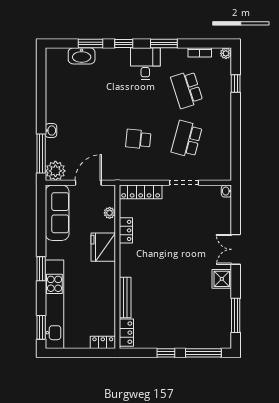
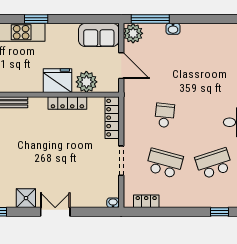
locker: (225, 158) -> (146, 201), added
sofa: (57, 213) -> (99, 35), width x0.73
plant: (110, 213) -> (86, 82), width x1.88, depth x1.88
locker: (126, 230) -> (67, 103), width x1.53

